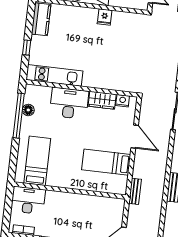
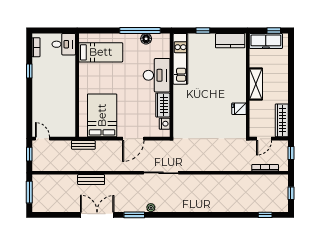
fridge: (105, 17) -> (239, 109), moved
bed: (106, 162) -> (102, 115), width x1.50
desk: (28, 200) -> (64, 44), width x0.73

